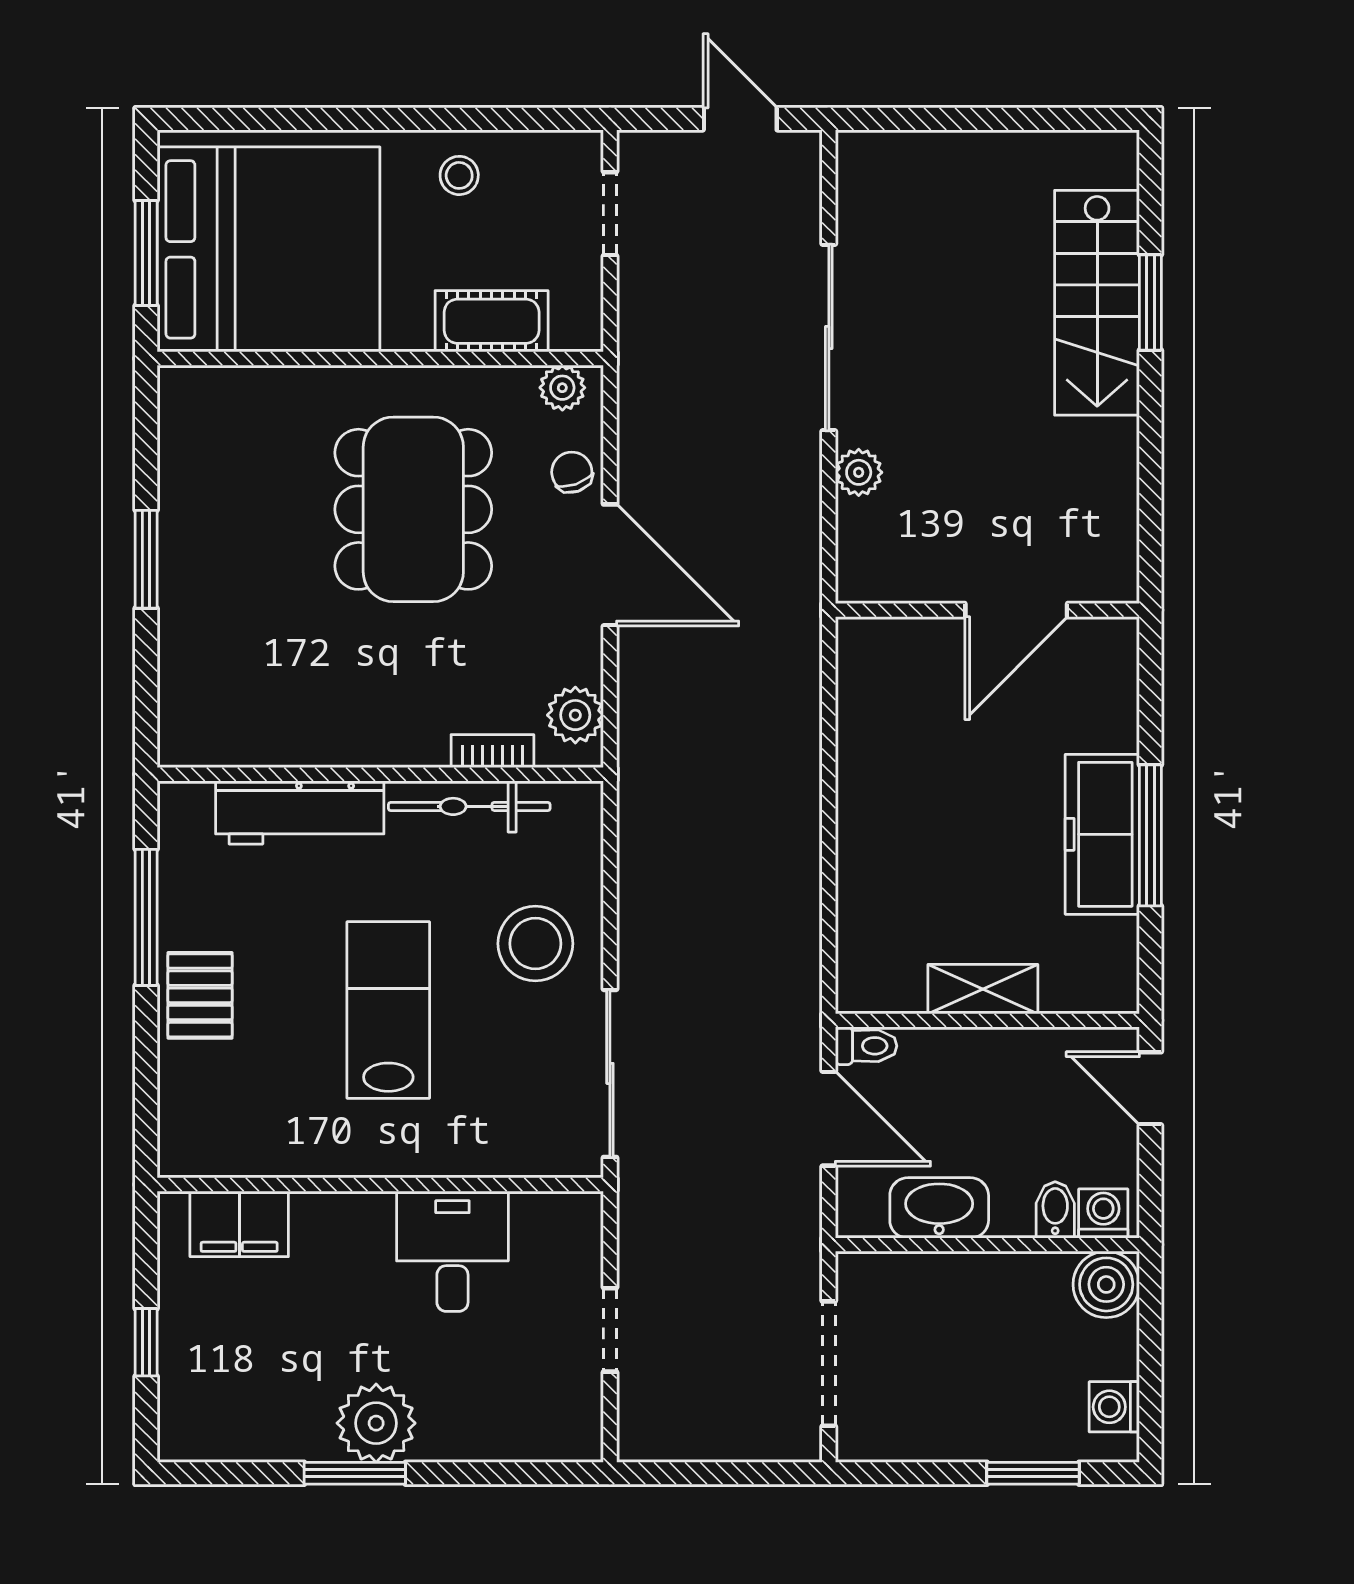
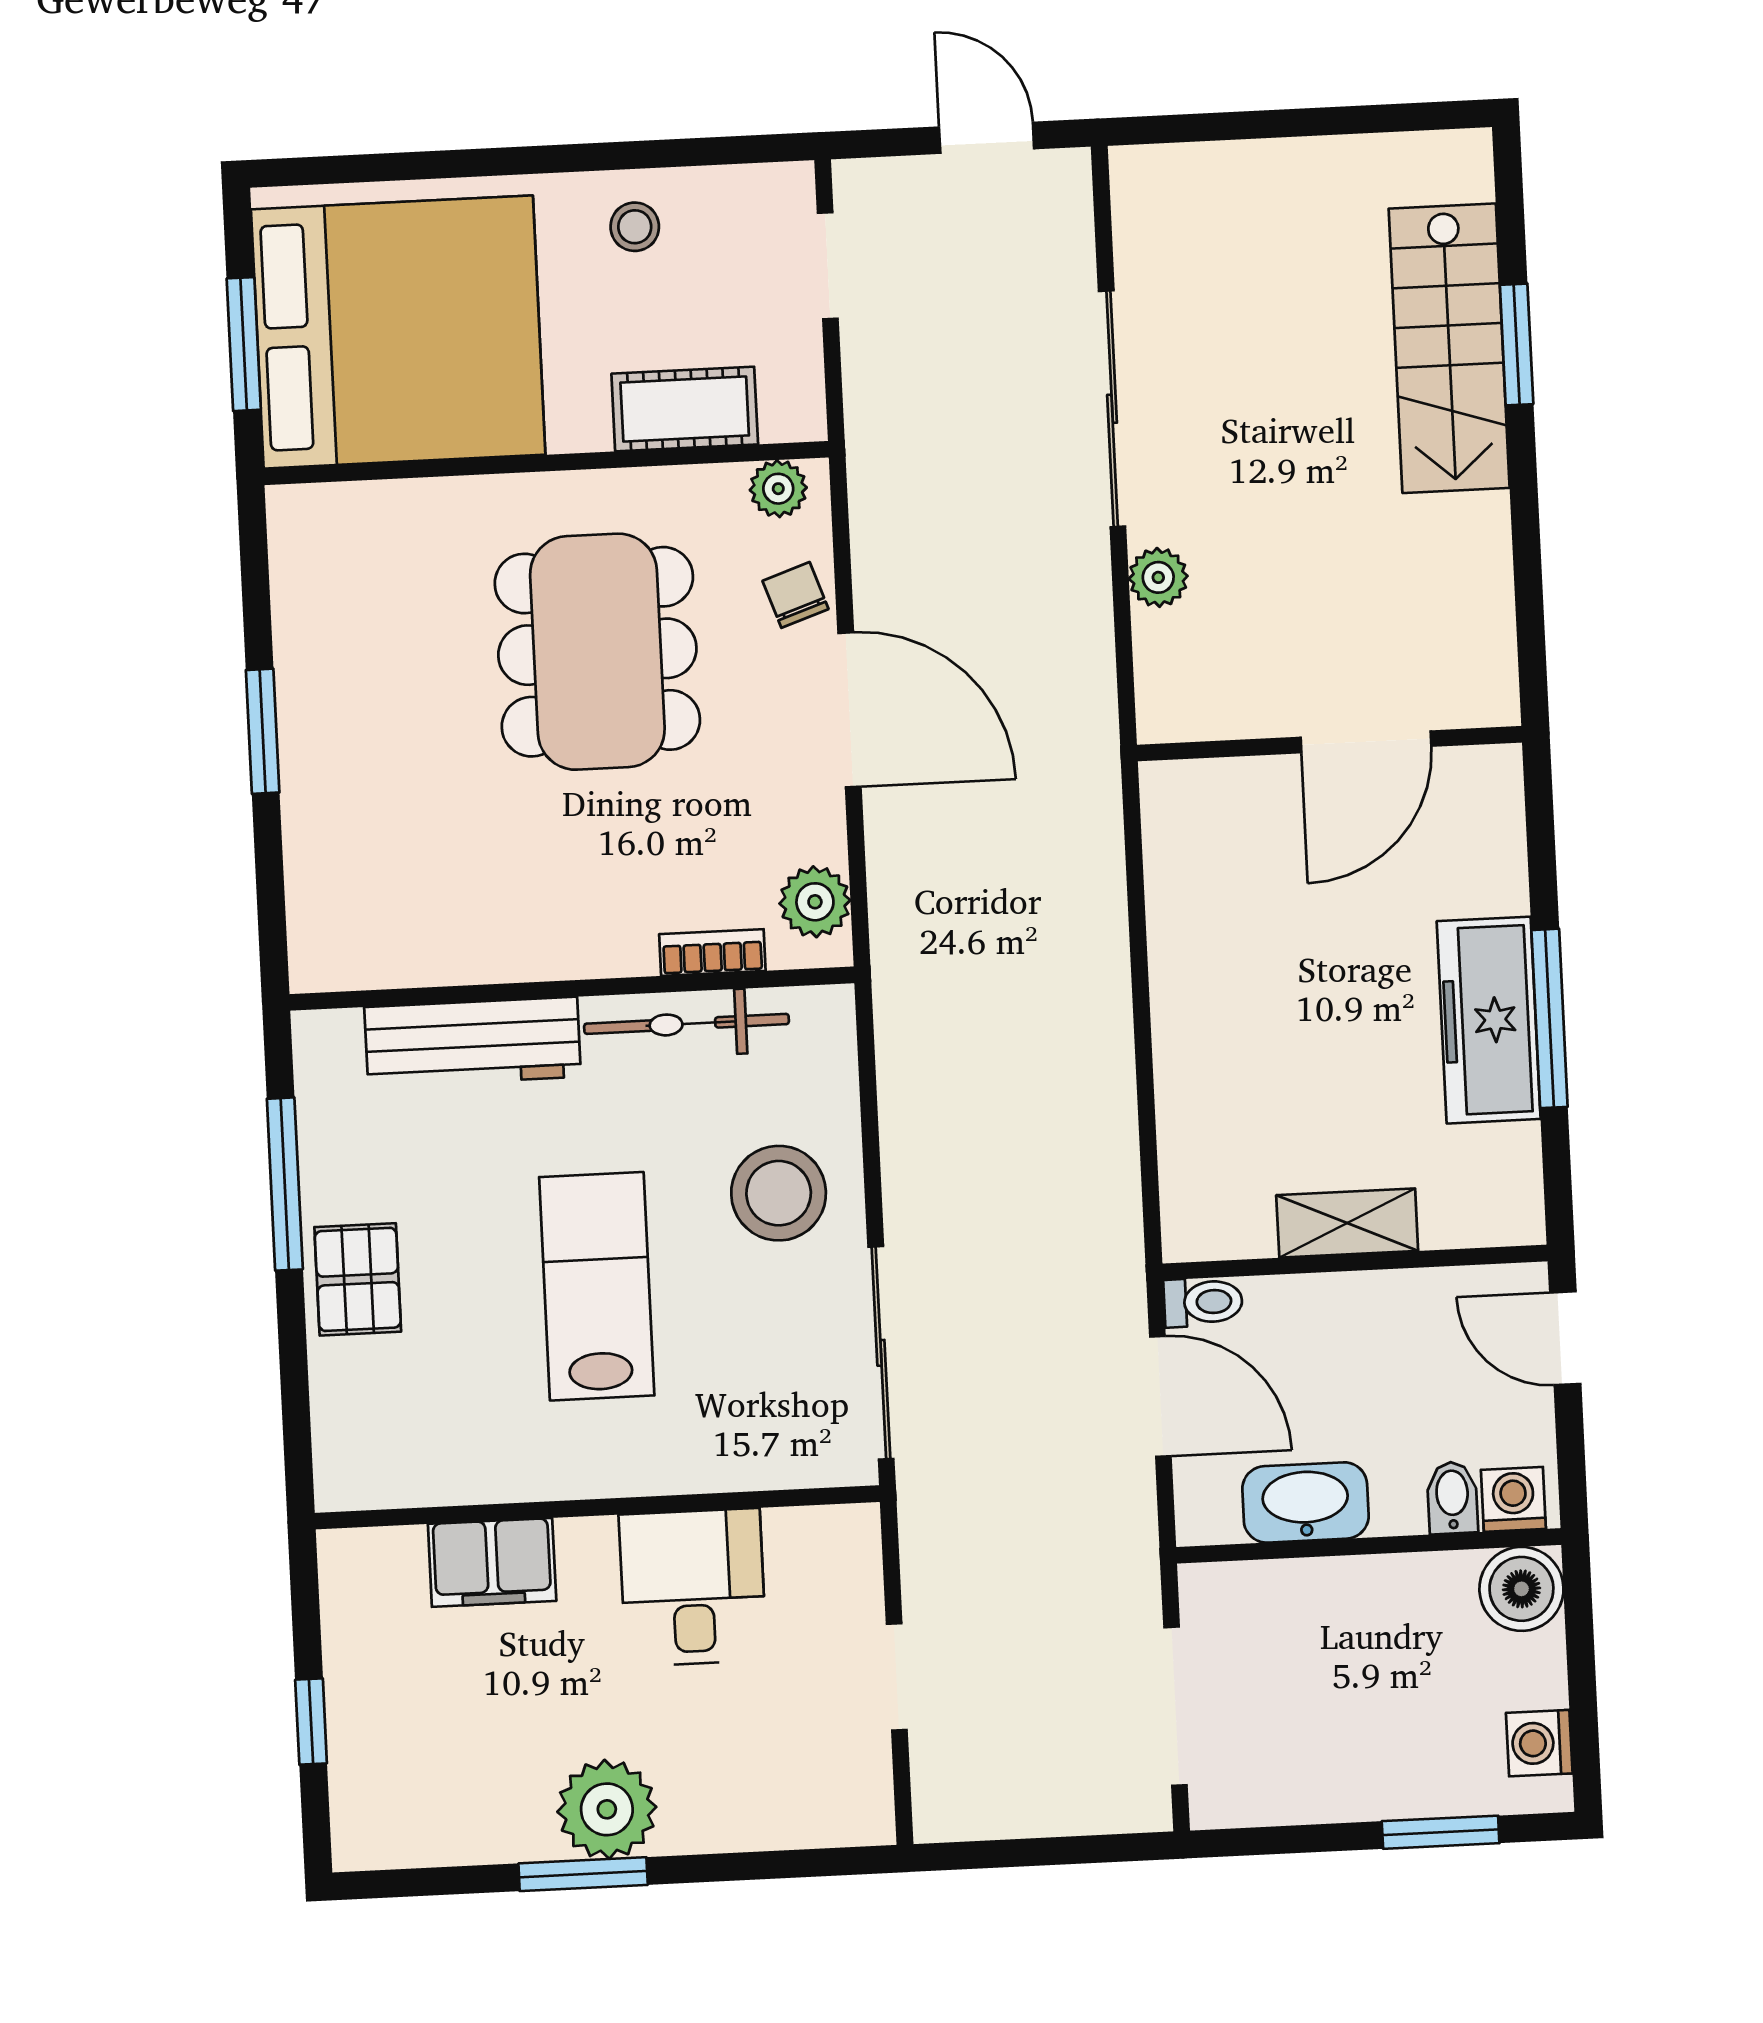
filing cabinet: (239, 1224) -> (492, 1562), moved

